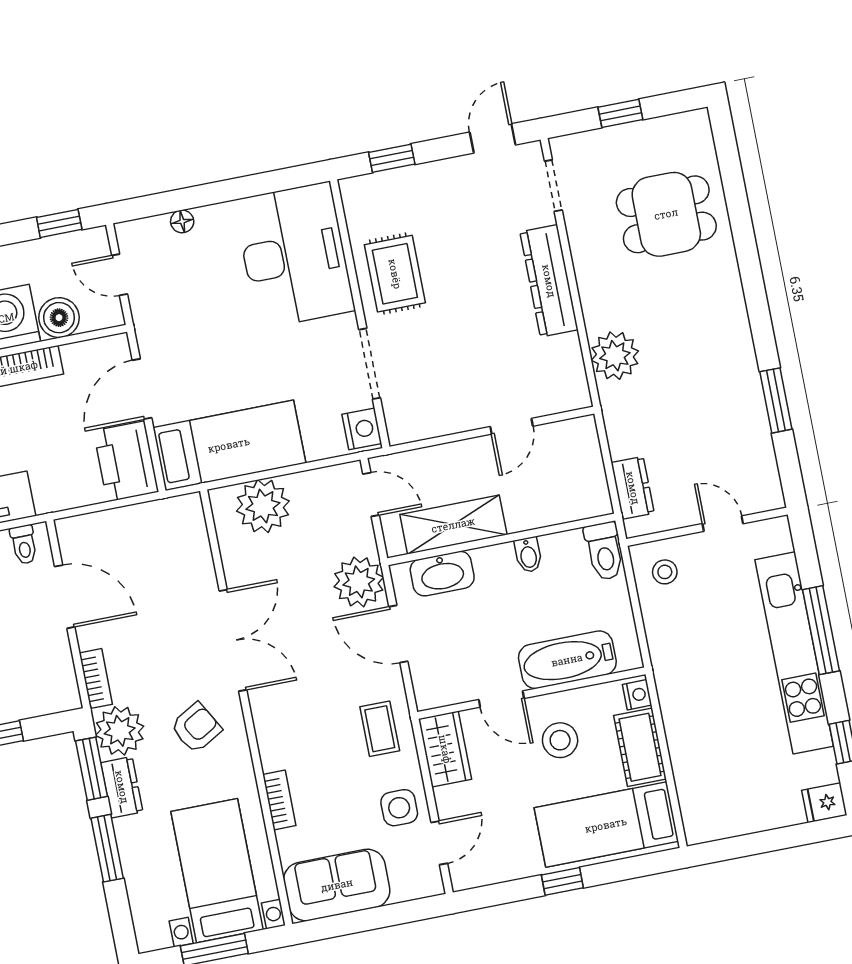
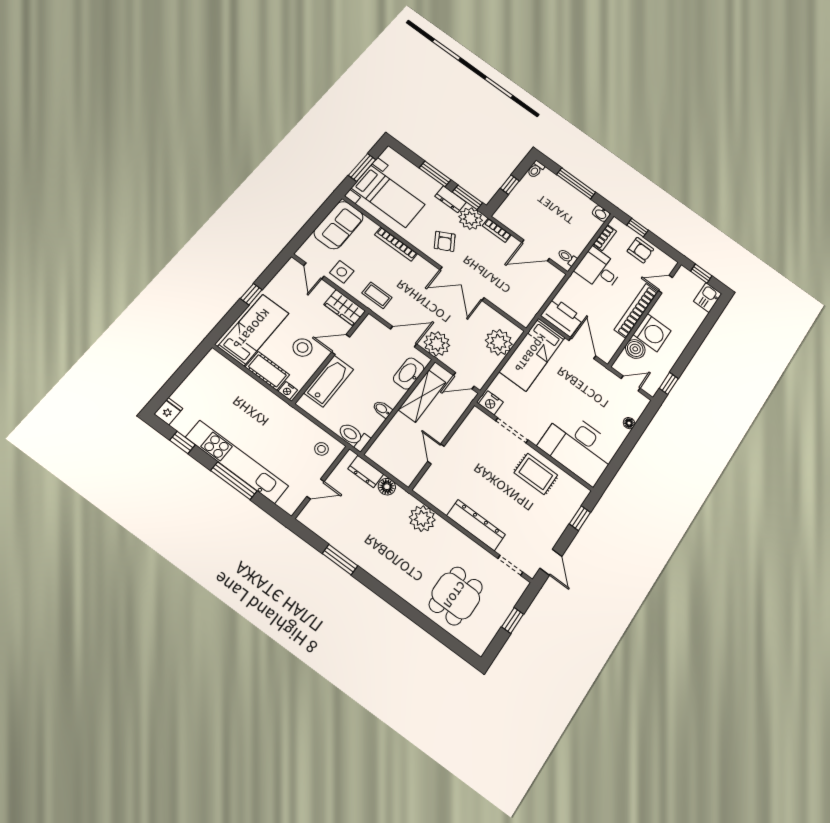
floor lamp: (623, 442) -> (387, 487), added
bookcase: (279, 800) -> (396, 244), width x1.56

